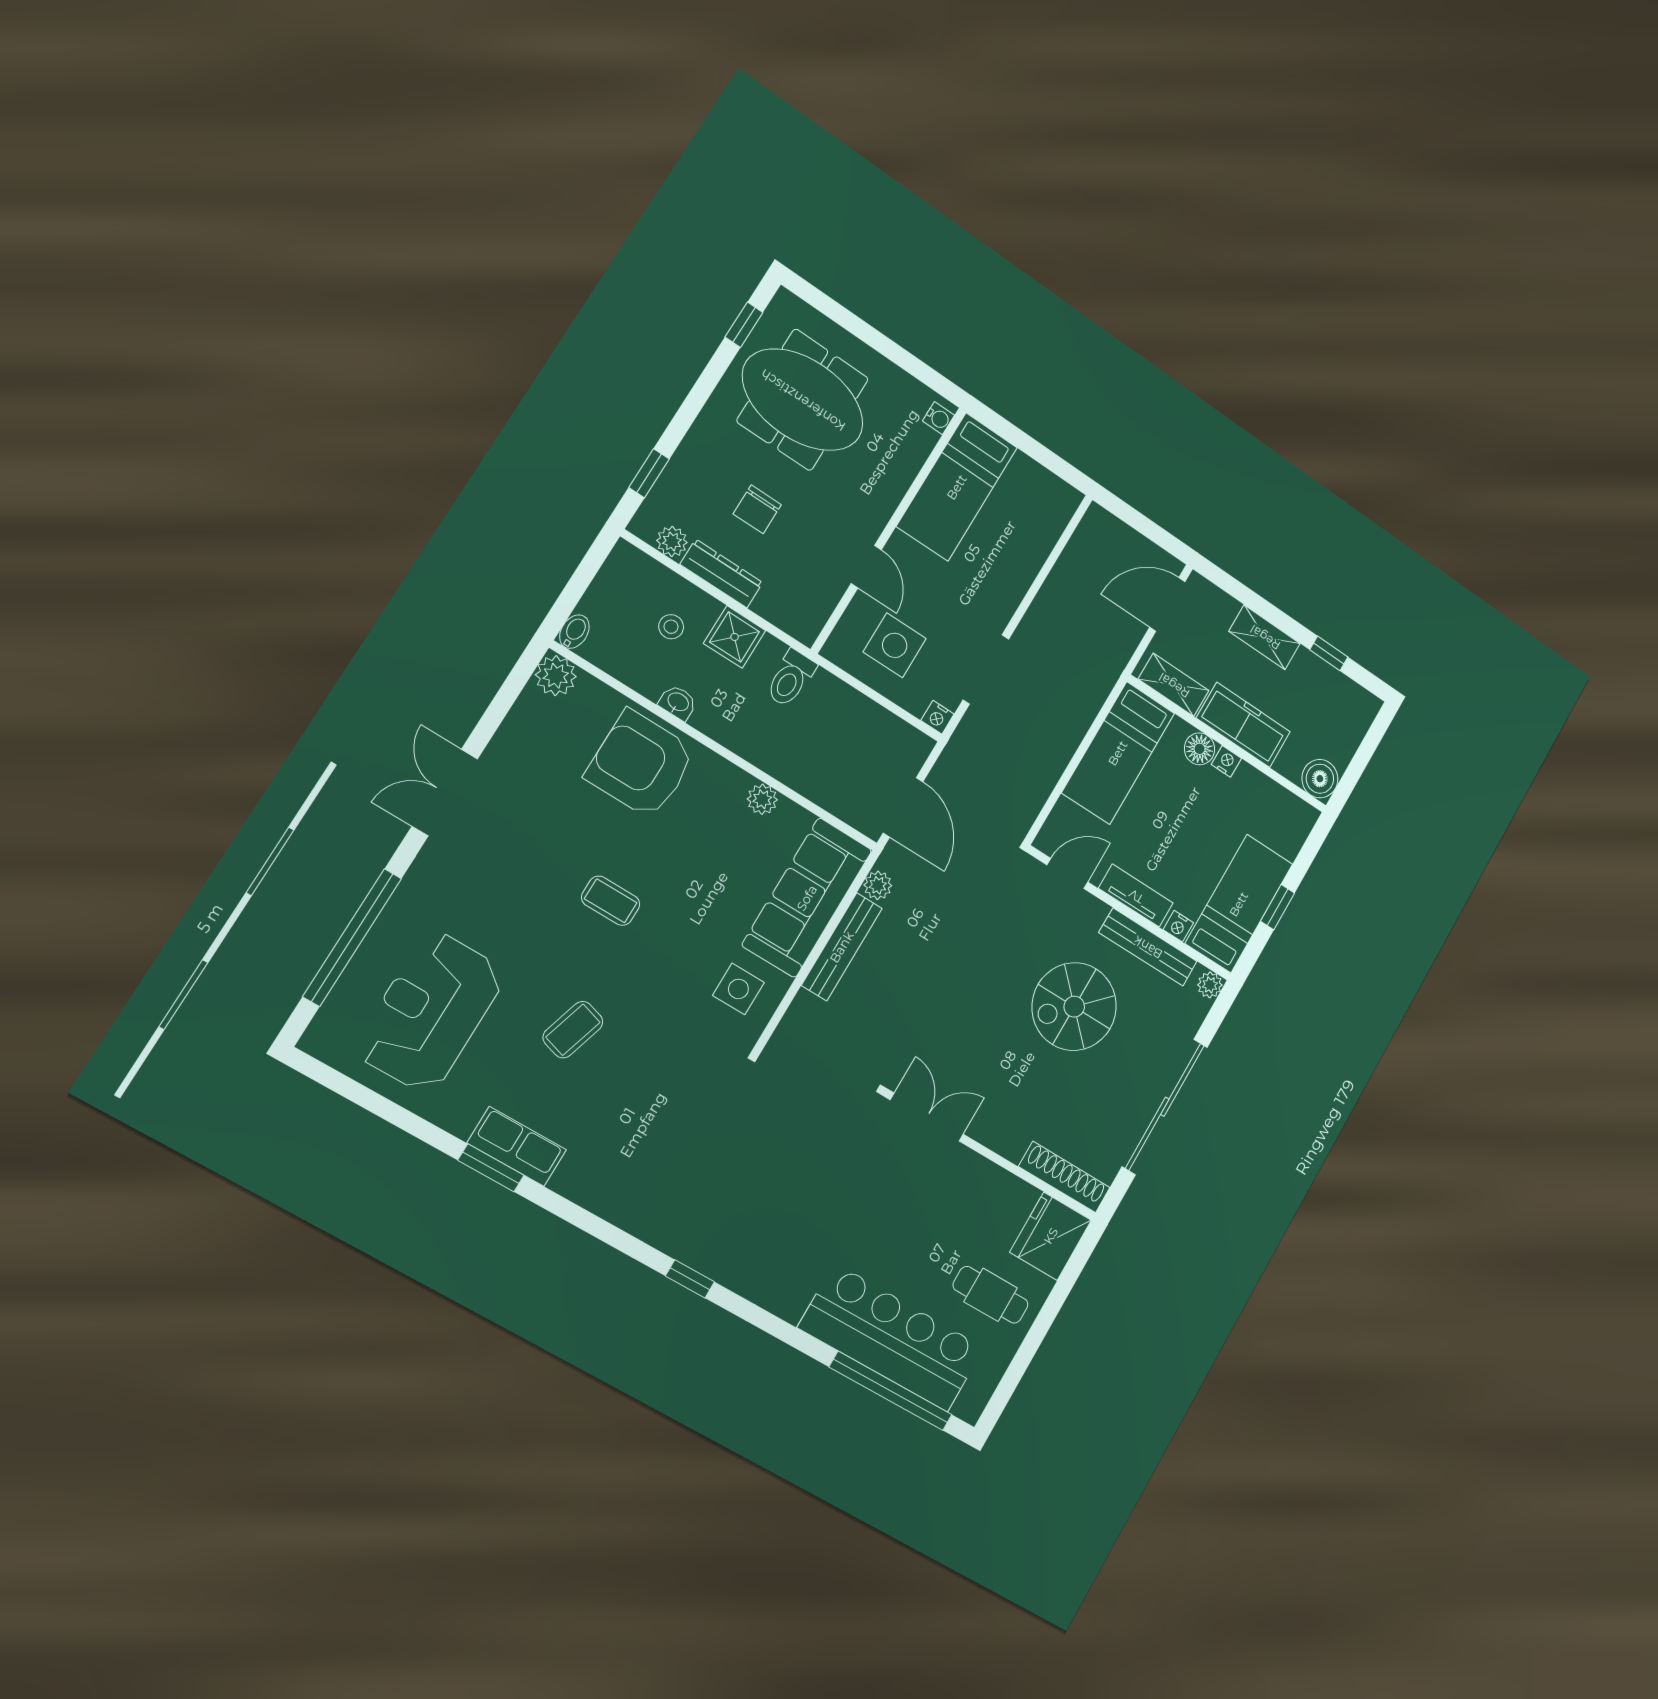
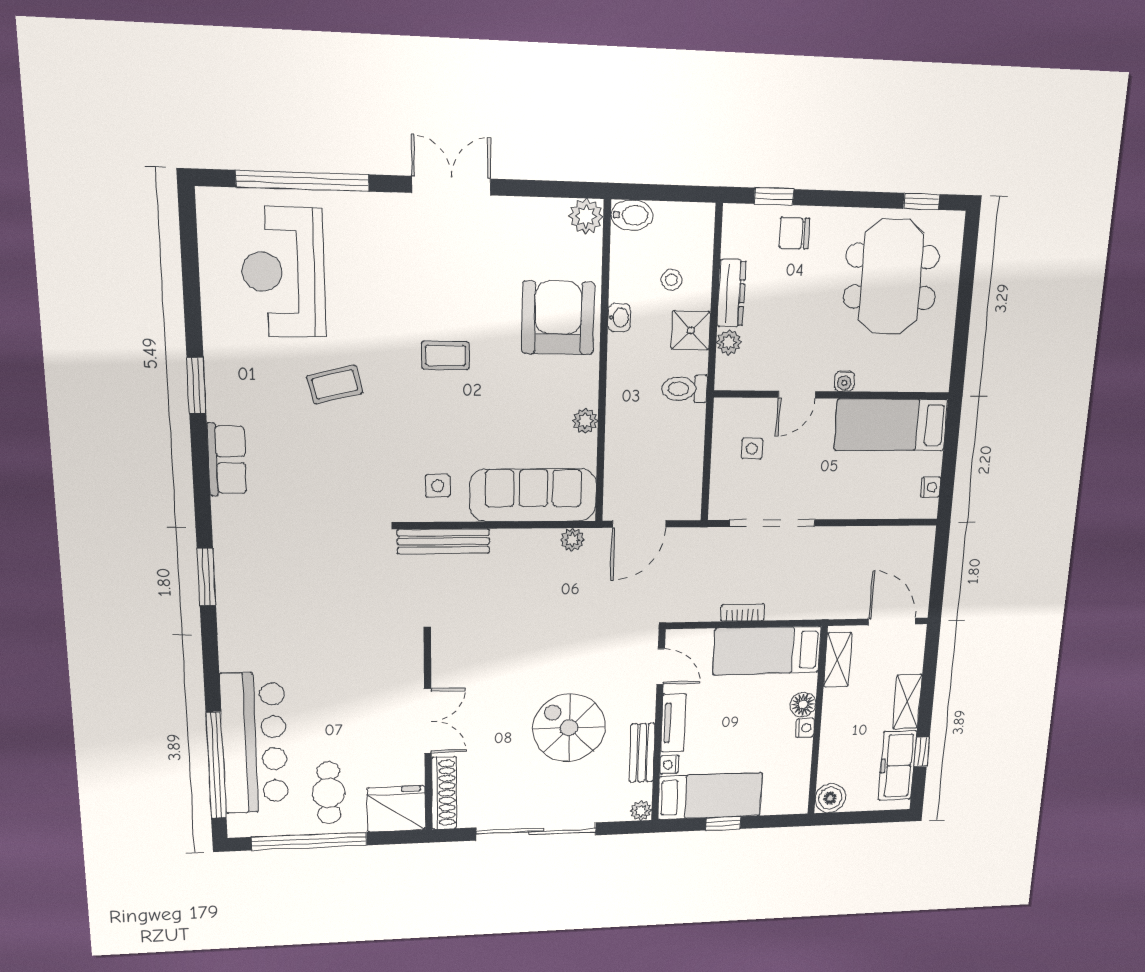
water cooler: (938, 418) -> (844, 381), moved
chair: (757, 509) -> (794, 233), moved
plant: (672, 542) -> (729, 342), moved
bidet: (574, 632) -> (632, 215), width x1.38, depth x1.36
side table: (895, 645) -> (752, 449), width x0.54, depth x0.54
doorway: (986, 669) -> (772, 523), width x1.36
nightstand: (937, 717) -> (931, 487), moved, turned 180
freezer: (1243, 725) -> (897, 766), moved, turned 180
bookcase: (1062, 755) -> (743, 613), added
coffee table: (611, 901) -> (446, 355), turned 90
bench: (842, 947) -> (443, 541), moved
bench: (1148, 947) -> (642, 753), width x0.73
side table: (738, 989) -> (438, 486), width x0.73, depth x0.73
reception desk: (430, 1012) -> (283, 272), turned -90
coffee table: (573, 1030) -> (335, 384), turned -31
double door: (927, 1117) -> (428, 721), moved
row of seats: (517, 1146) -> (227, 460), moved
window: (690, 1279) -> (206, 577), width x1.50
window: (1030, 1346) -> (309, 841), added

